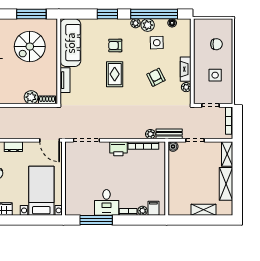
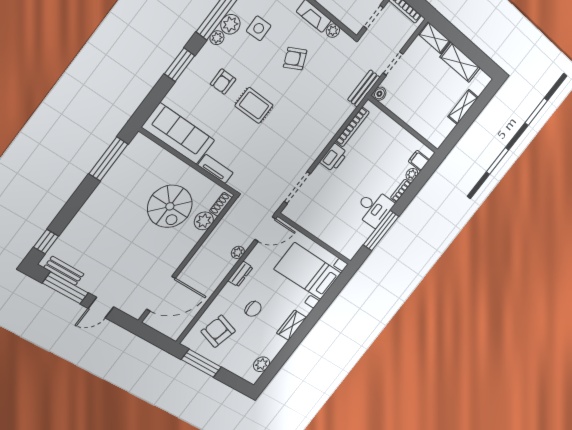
spiral stairs: (30, 47) -> (170, 206), moved
plant: (150, 134) -> (238, 252), moved

